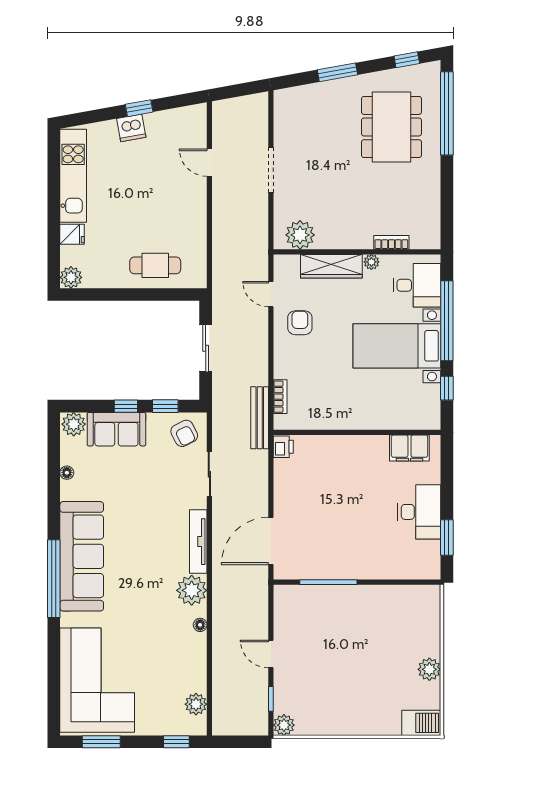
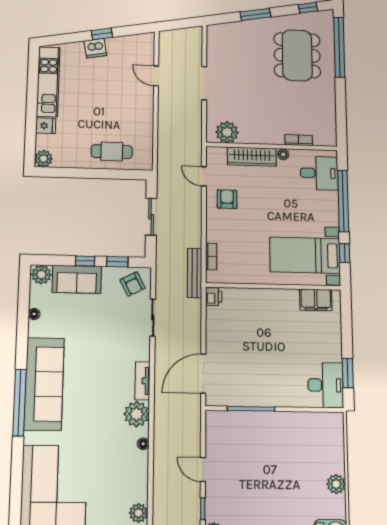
bed with nightstands: (397, 346) -> (305, 255), moved
desk: (419, 512) -> (326, 385), moved
tv unit: (198, 542) -> (143, 381), width x0.71

